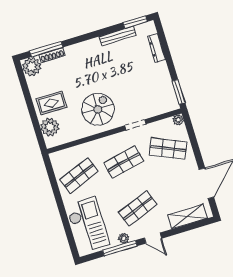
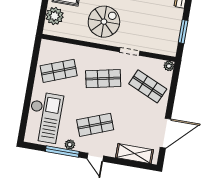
window: (179, 92) -> (183, 32), moved

